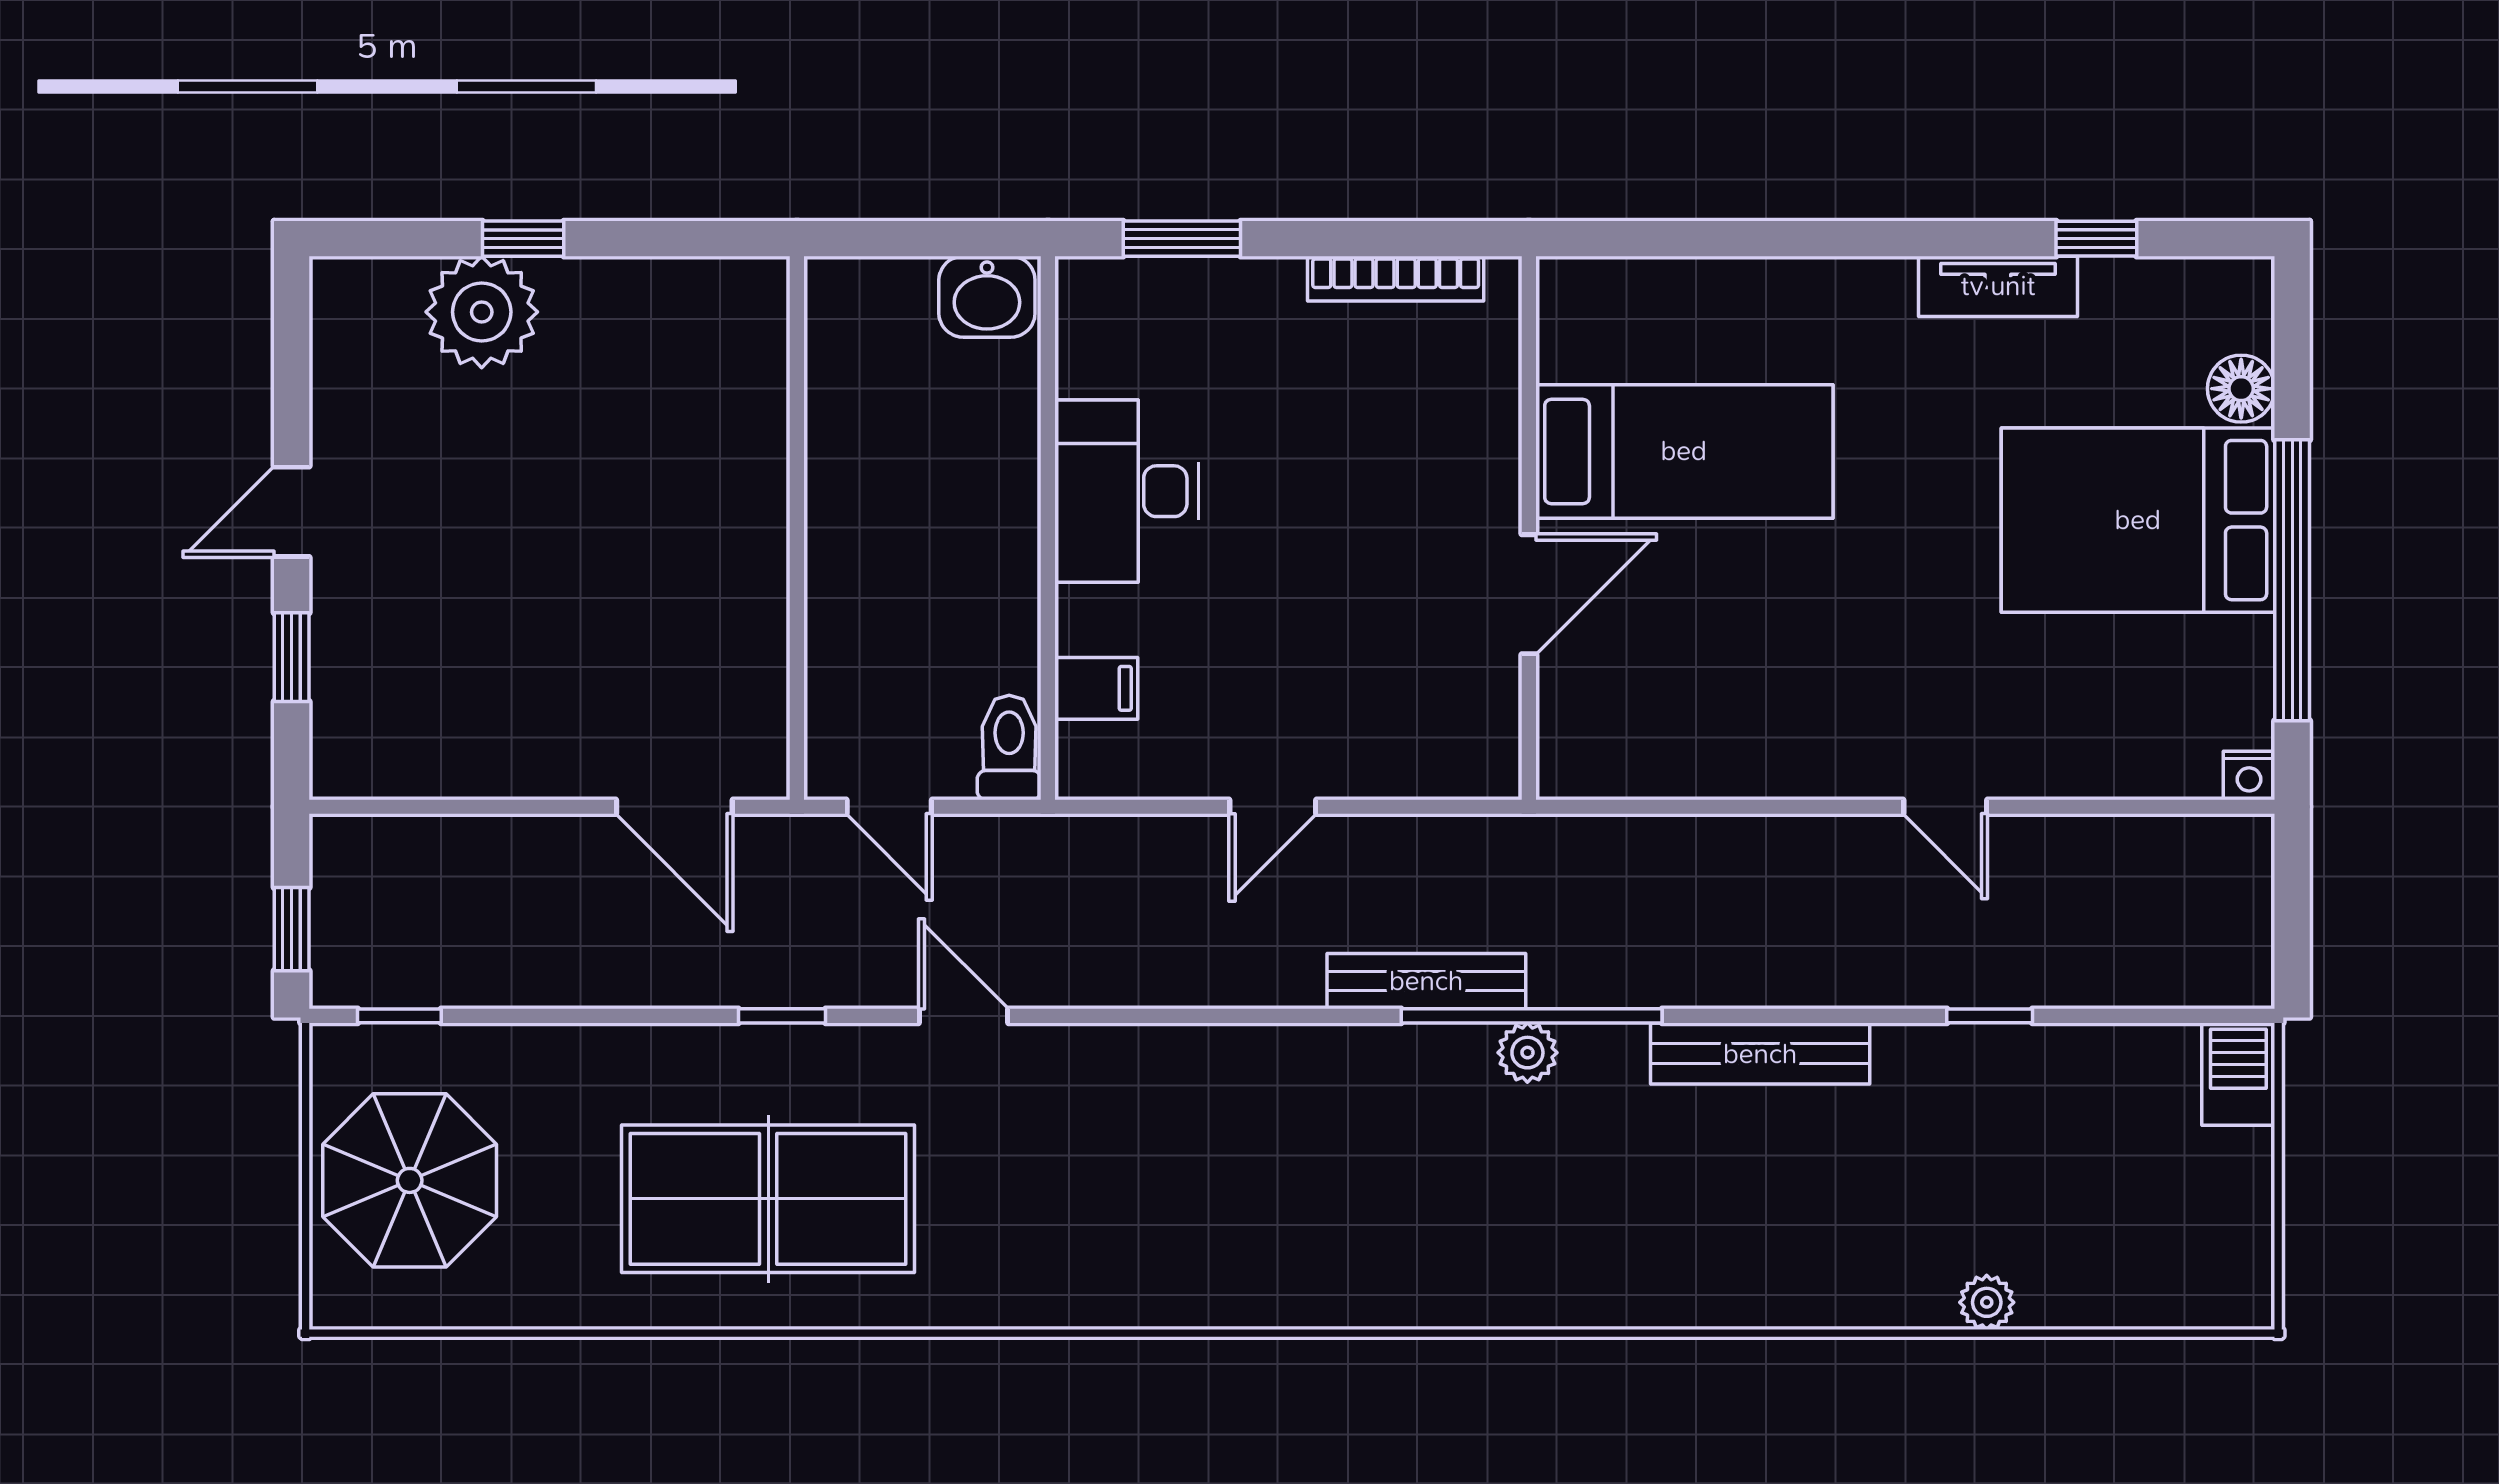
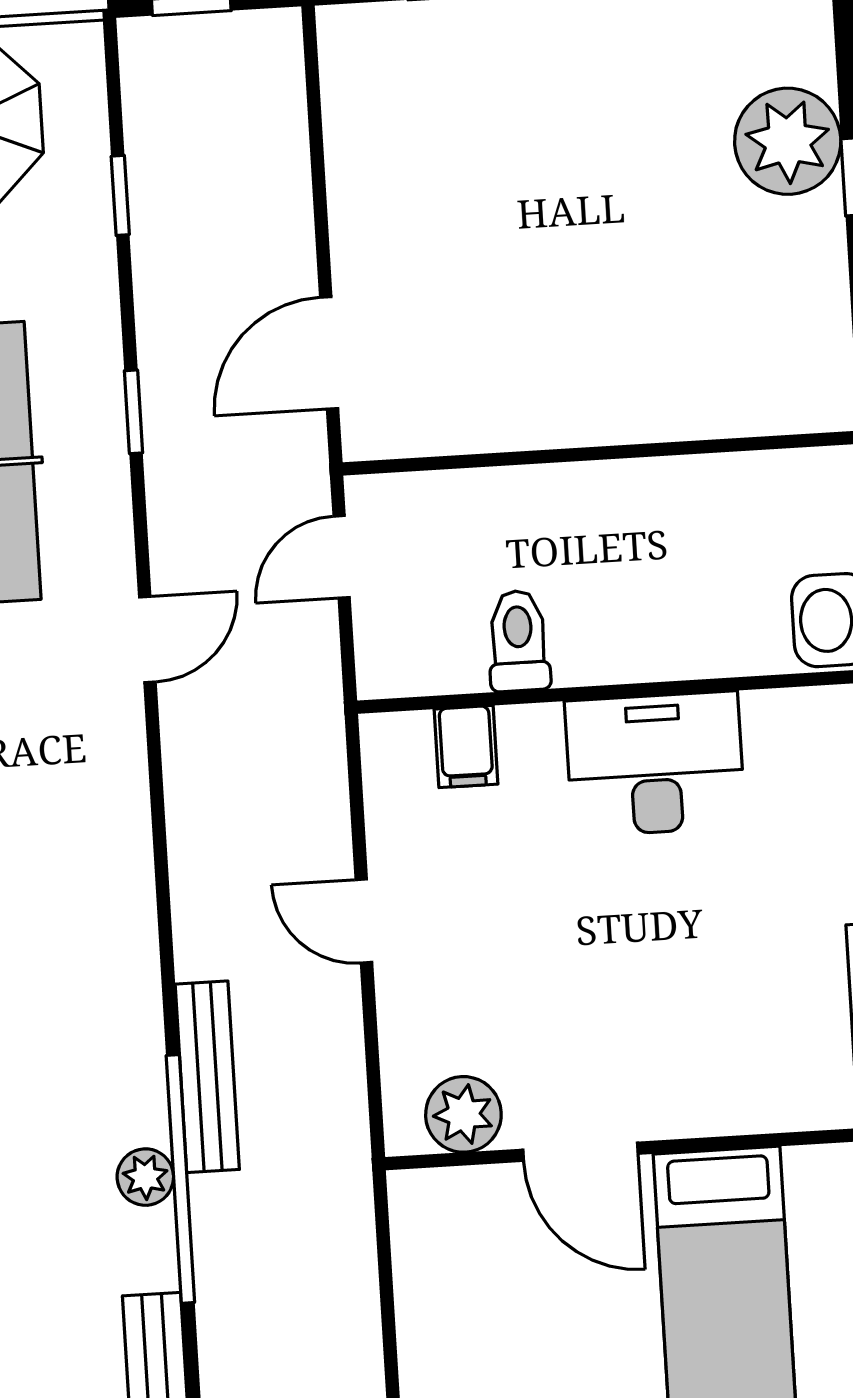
plant: (1482, 715) -> (463, 1114), added
toilet: (1009, 747) -> (518, 641), moved, turned -90
window: (399, 1016) -> (120, 195), moved
window: (782, 1016) -> (133, 412), moved

